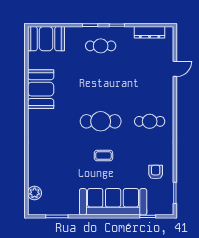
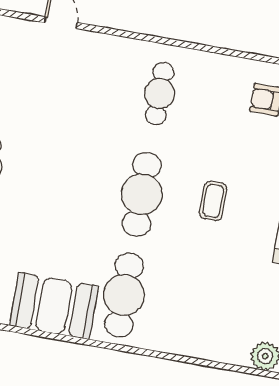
cafe table: (52, 121) -> (124, 295), added

